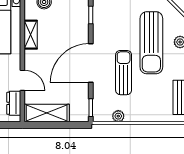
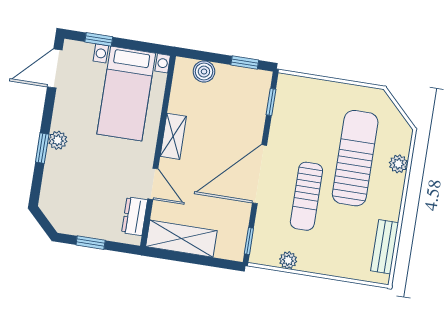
shelving: (31, 35) -> (173, 136), moved
sun lounger: (151, 43) -> (355, 158), turned 180
sun lounger: (124, 73) -> (306, 196), turned 180

